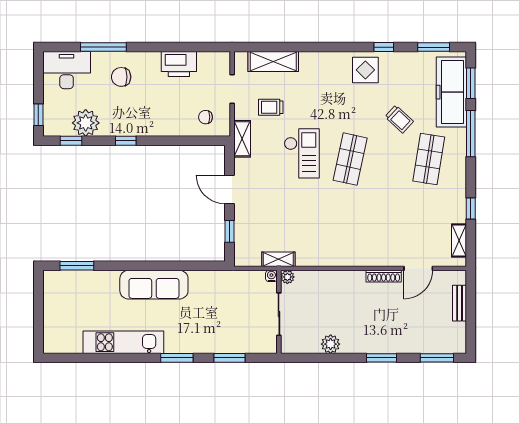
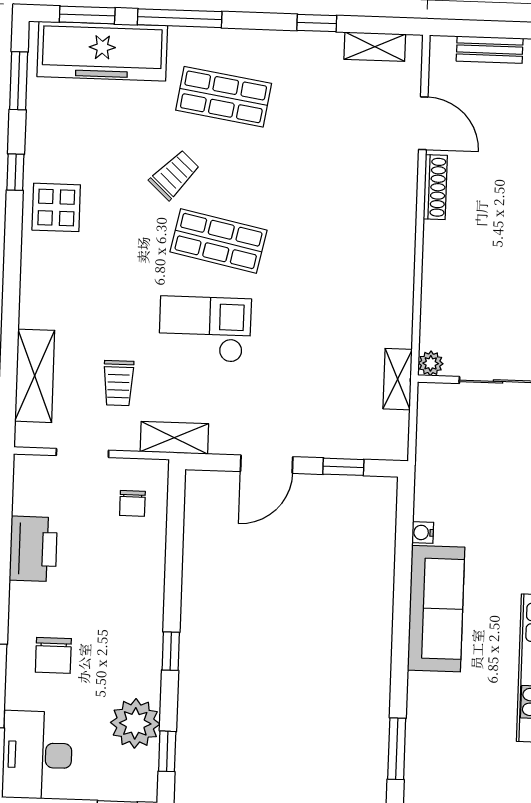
trolley: (399, 119) -> (174, 175), moved
water cooler: (271, 276) -> (423, 533), moved

